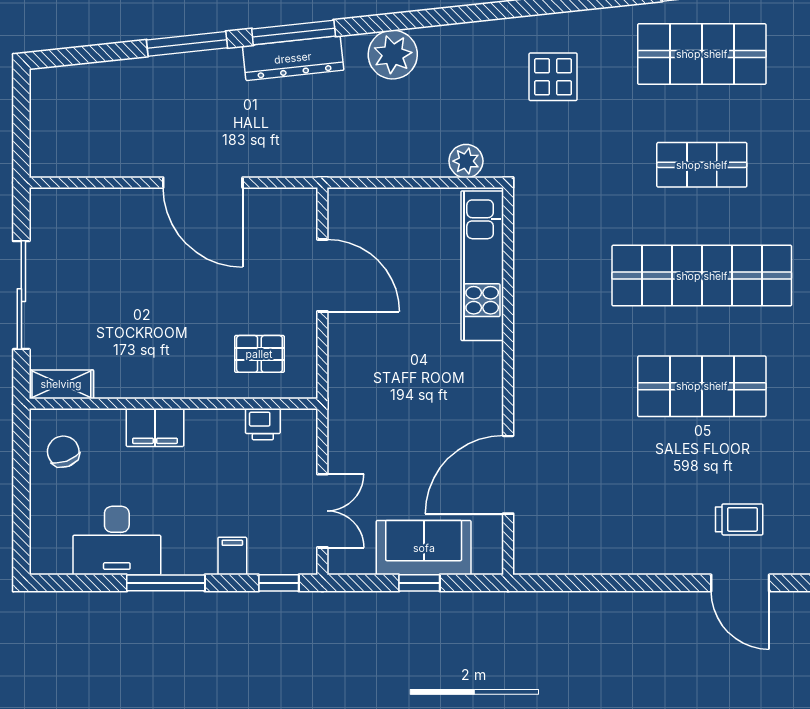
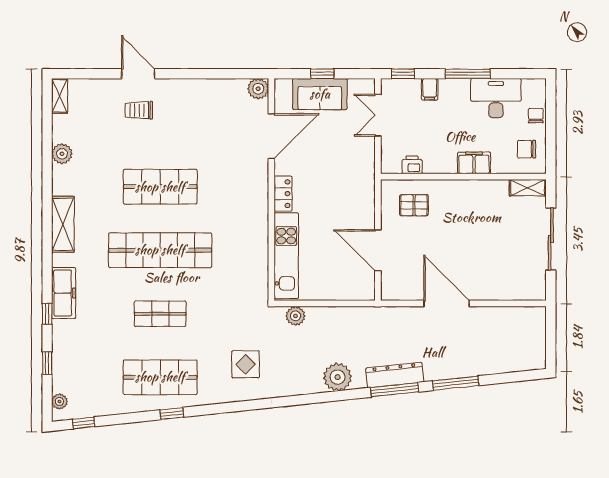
locker: (488, 374) -> (283, 194), added
chair: (63, 452) -> (527, 149), turned 110
chair: (47, 510) -> (536, 116), added
plant: (531, 557) -> (258, 89), added

